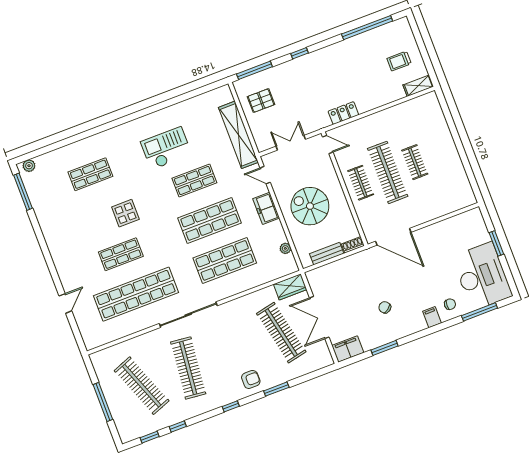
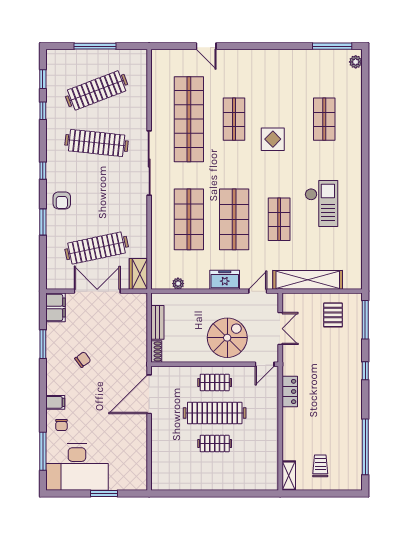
spiral stairs: (310, 206) -> (227, 338), moved

